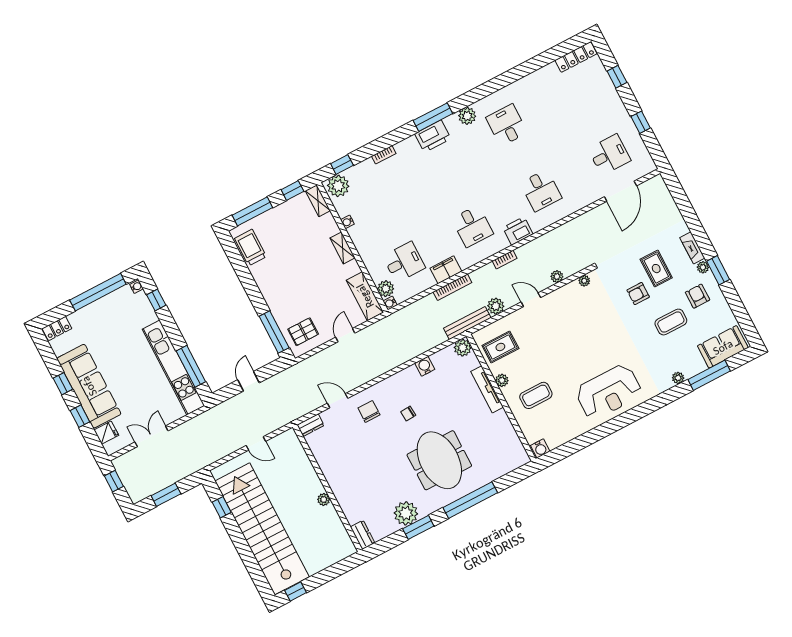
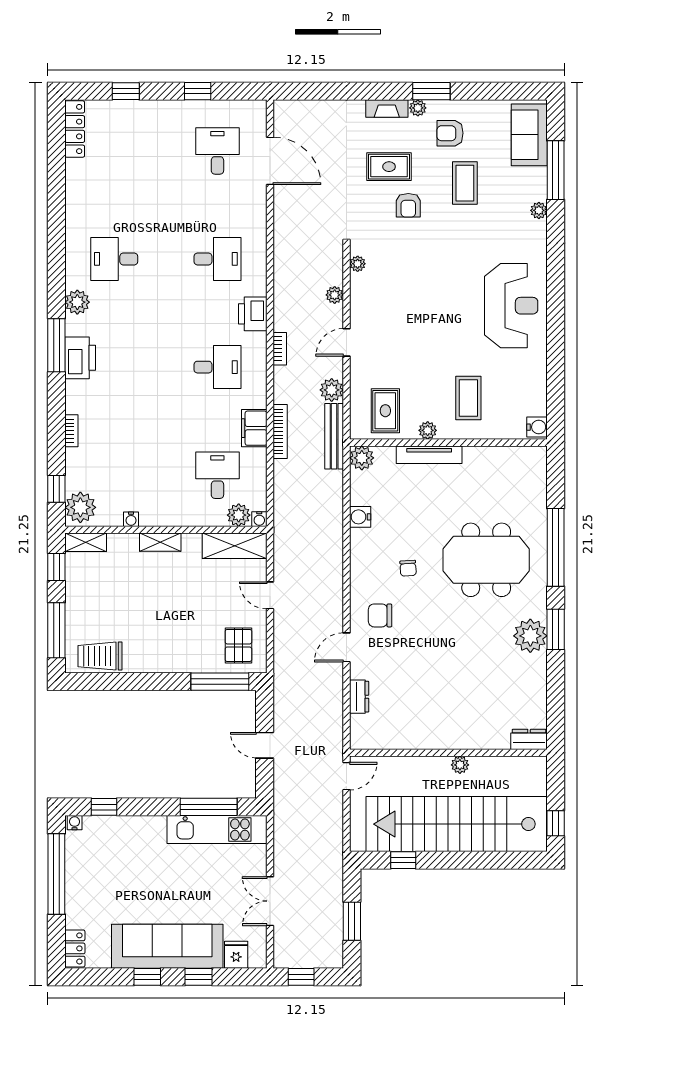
kitchen unit: (173, 368) -> (217, 829), width x0.73
wall: (327, 488) -> (448, 753), moved
plant: (324, 500) -> (460, 765), moved
dresser: (363, 535) -> (529, 739), moved

